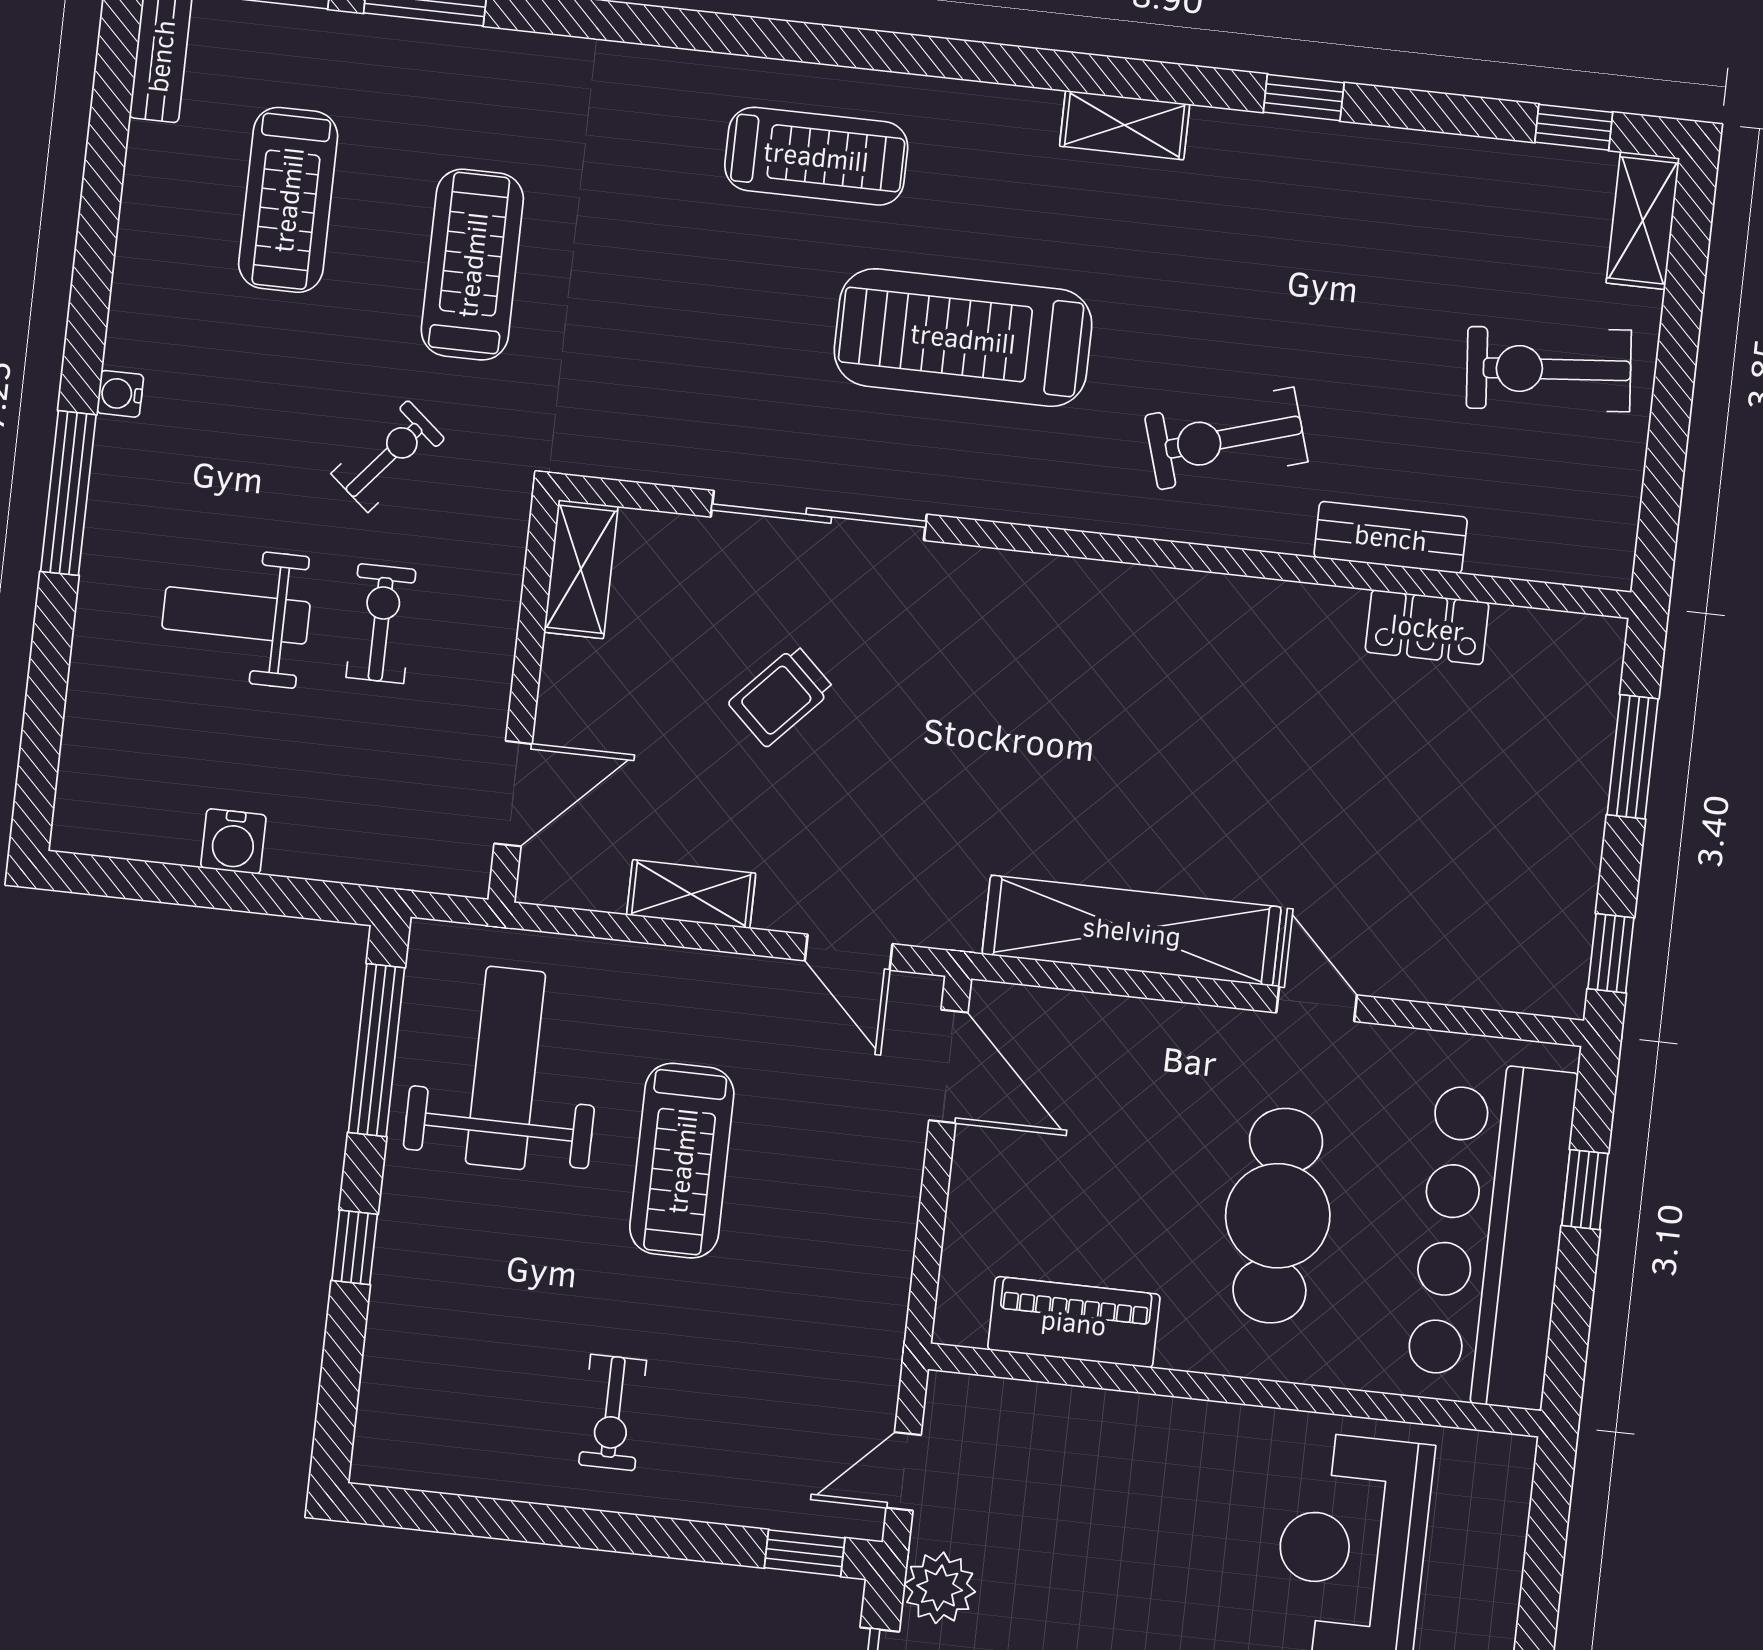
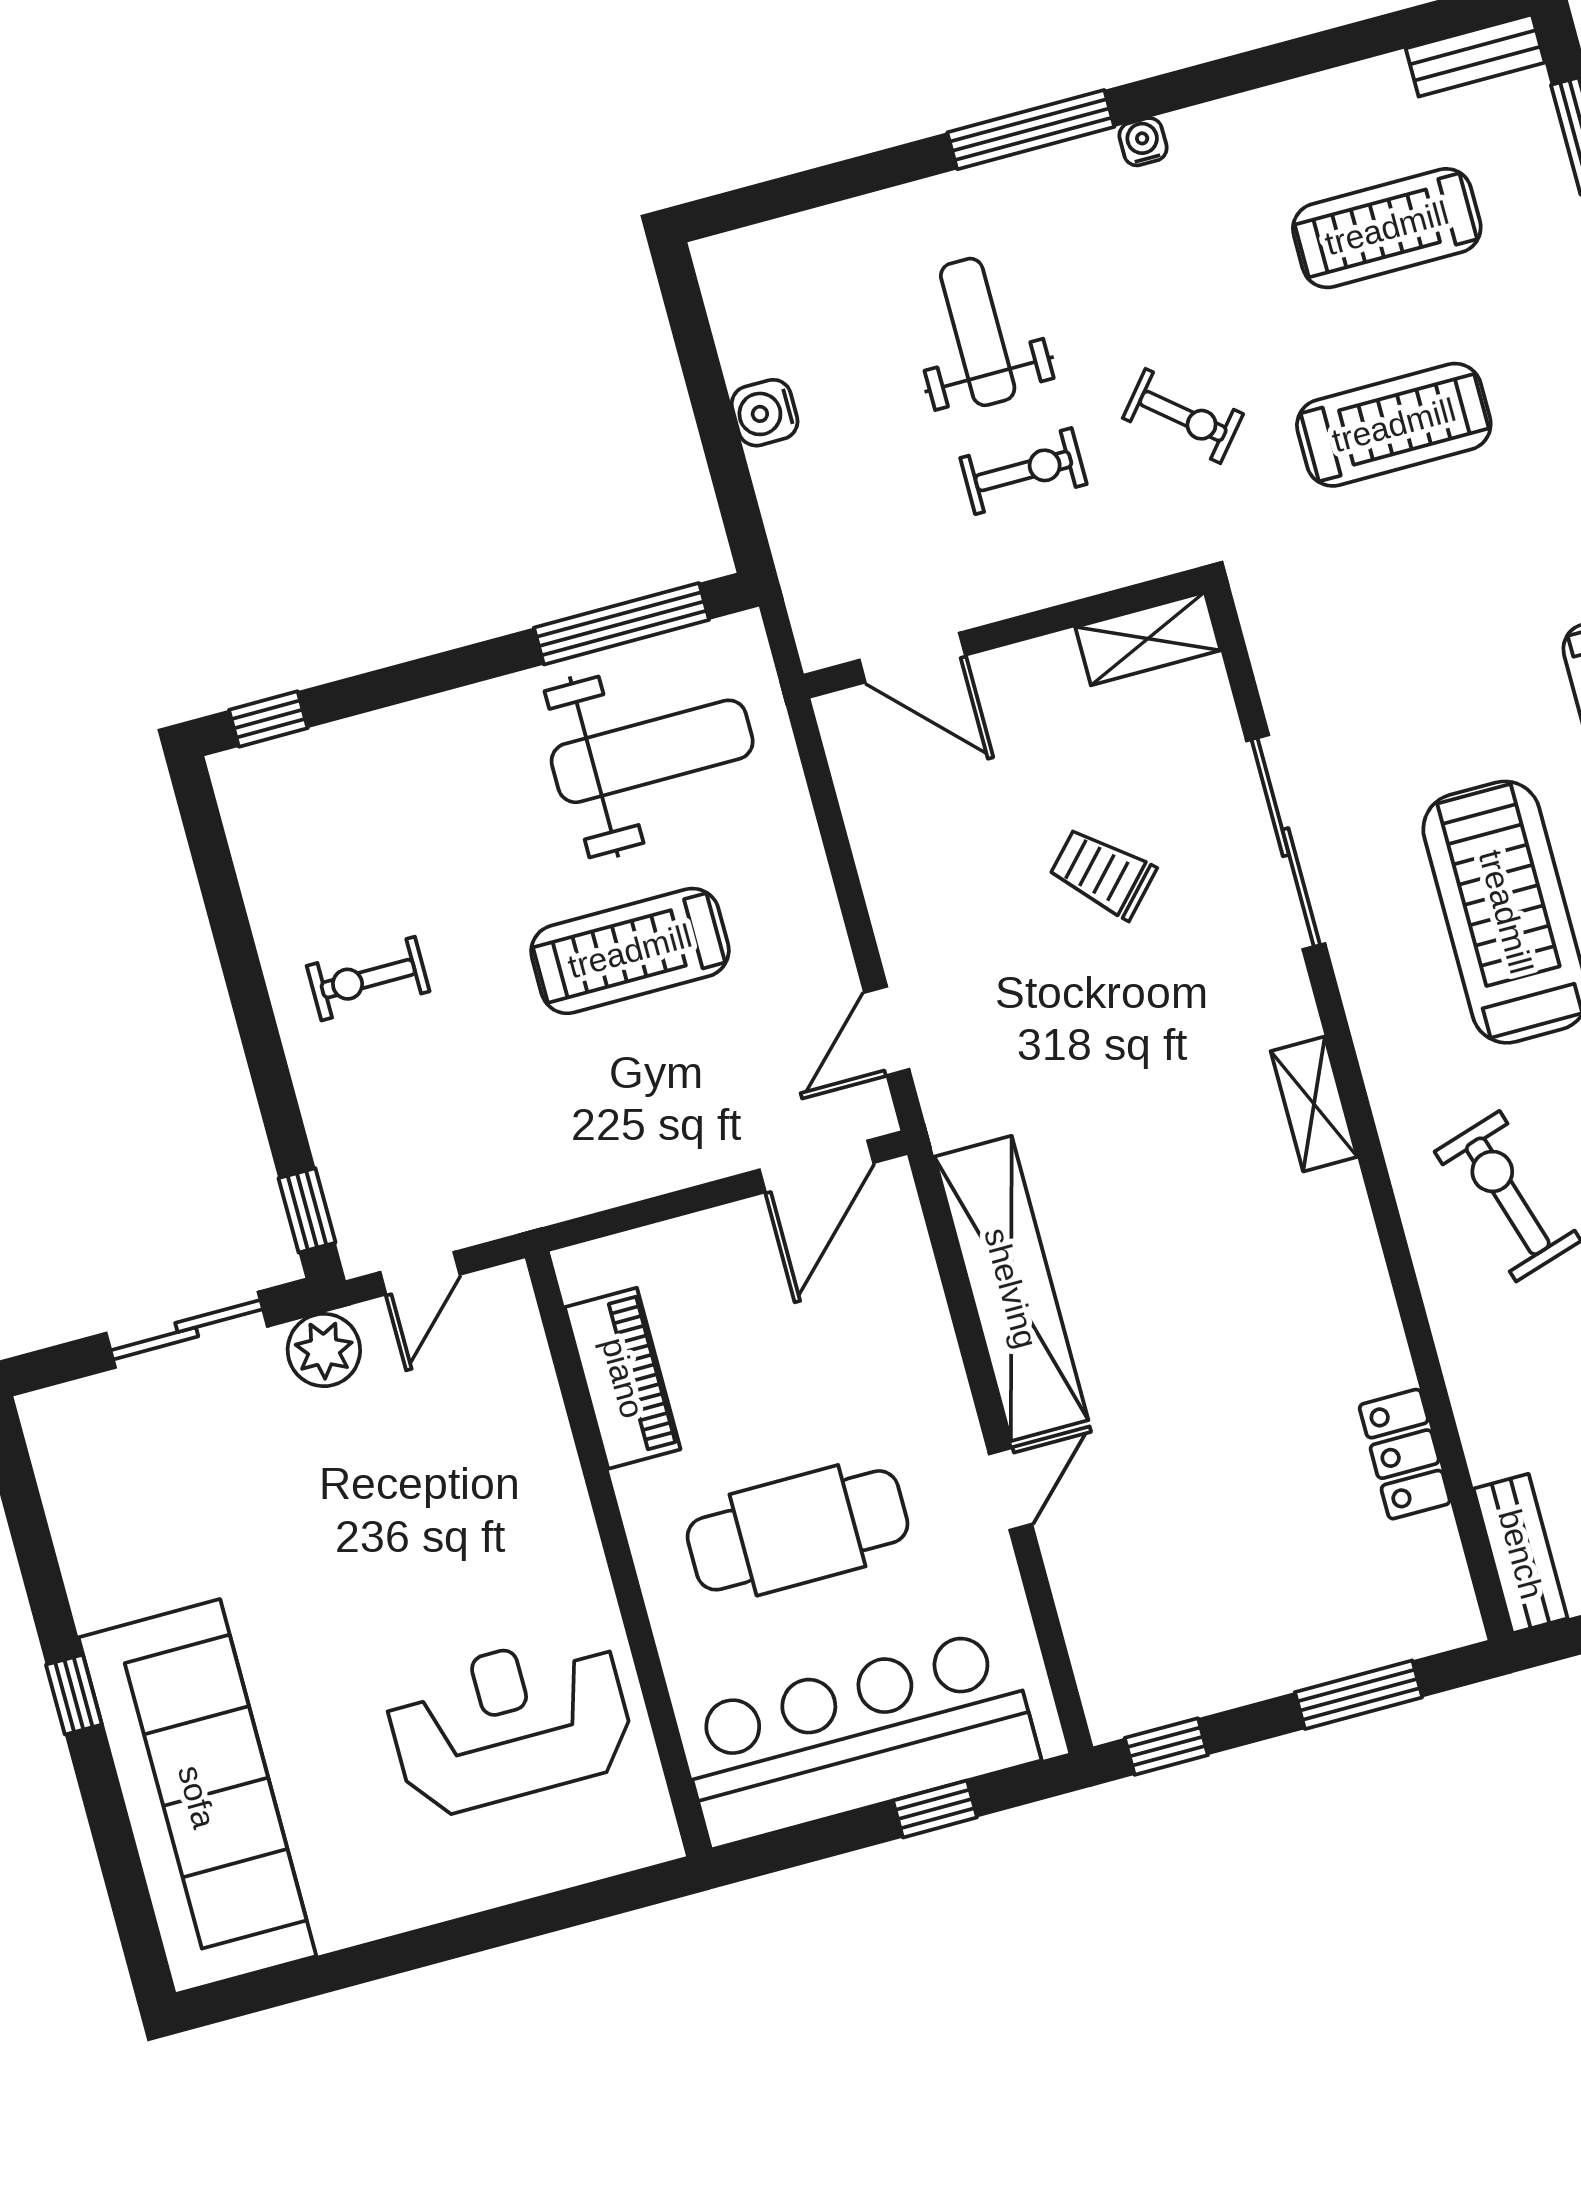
bench: (1391, 537) -> (1521, 1554), moved
shelving: (691, 894) -> (1314, 1104), moved
window: (355, 1247) -> (268, 719), moved
door: (904, 1471) -> (420, 1273), swing flipped

